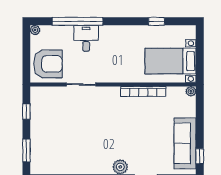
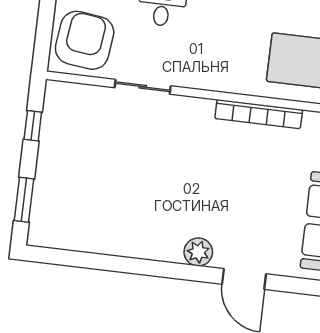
armchair: (48, 64) -> (85, 40), turned -83

